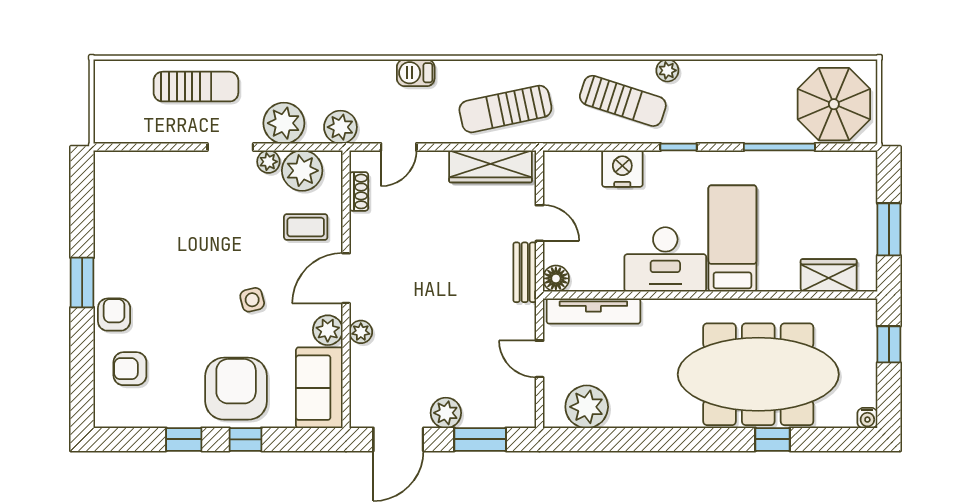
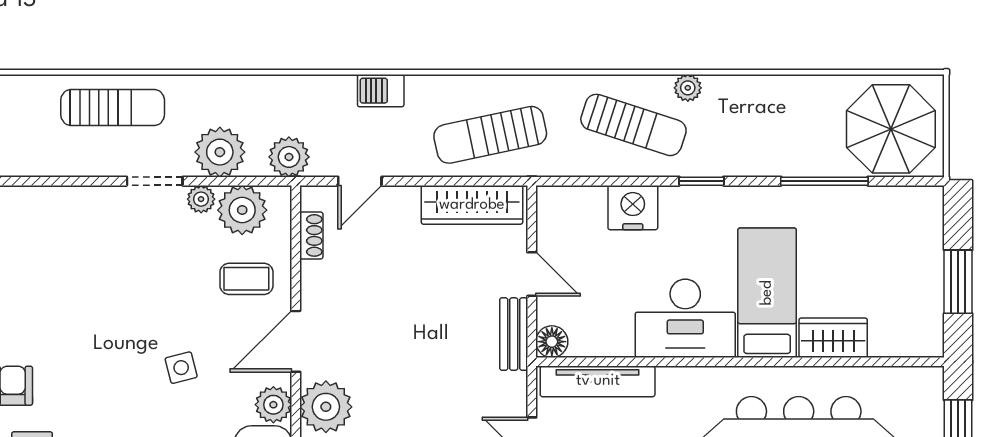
wardrobe: (829, 275) -> (833, 338), moved
plant: (361, 332) -> (326, 407), width x1.87, depth x1.87

